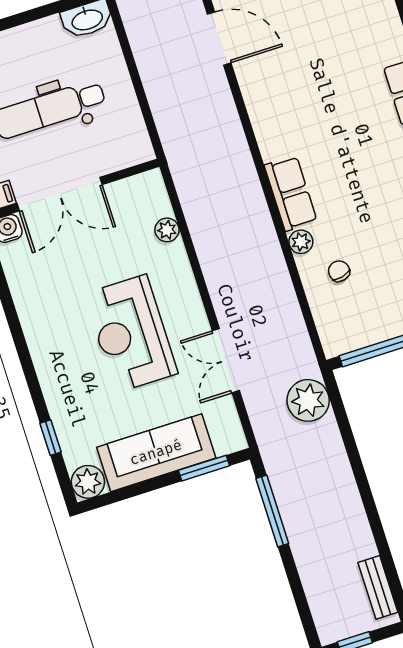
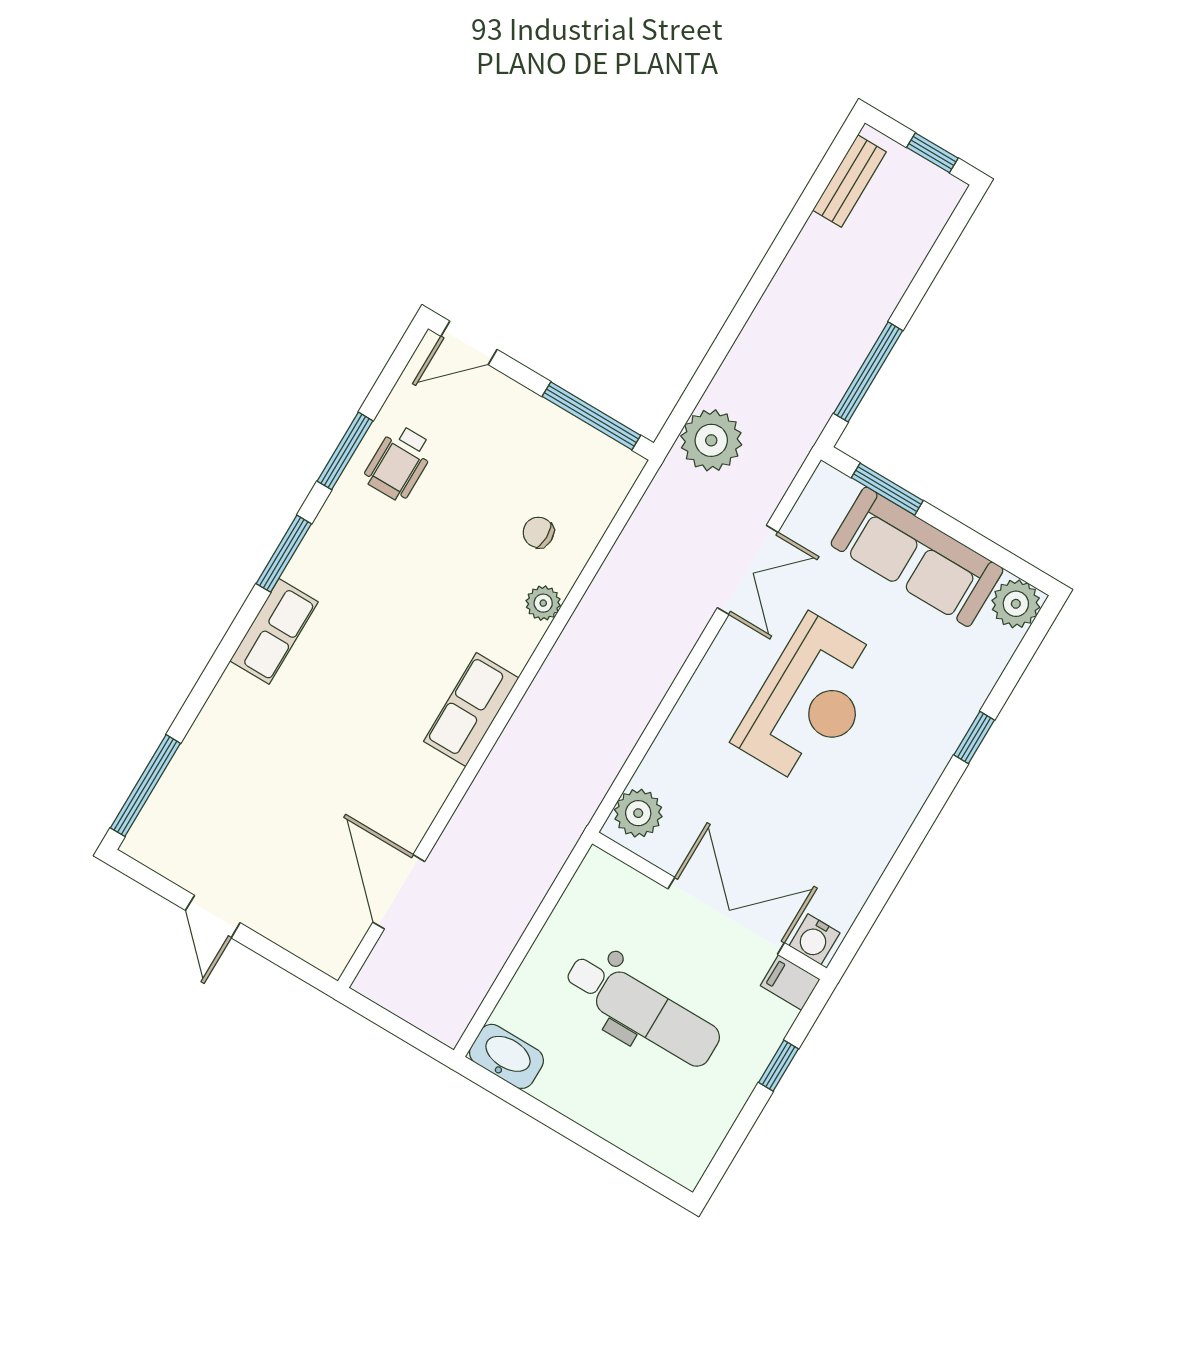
row of seats: (291, 193) -> (471, 710), moved
plant: (167, 230) -> (638, 813), moved, width x1.38, depth x1.38
chair: (339, 271) -> (538, 532), turned 104
window: (51, 438) -> (974, 738), moved

